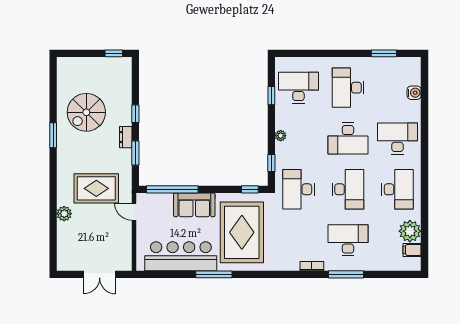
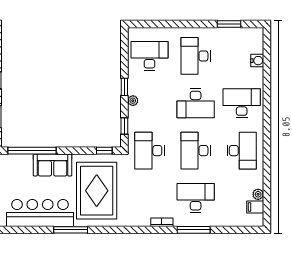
window: (271, 96) -> (124, 87), moved
desk: (348, 189) -> (196, 151), turned 180
plant: (410, 231) -> (258, 194), width x0.53, depth x0.53

